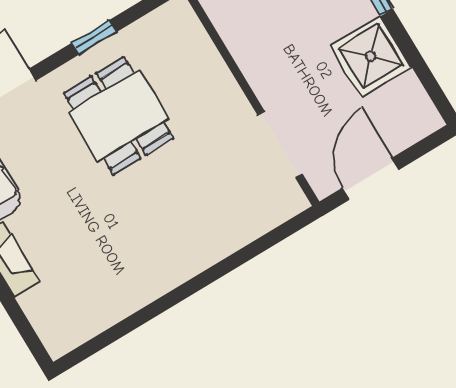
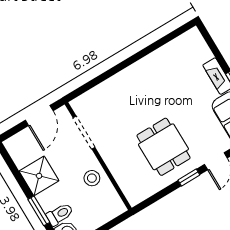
window: (94, 37) -> (189, 177), moved
stool: (264, 52) -> (92, 178), added

